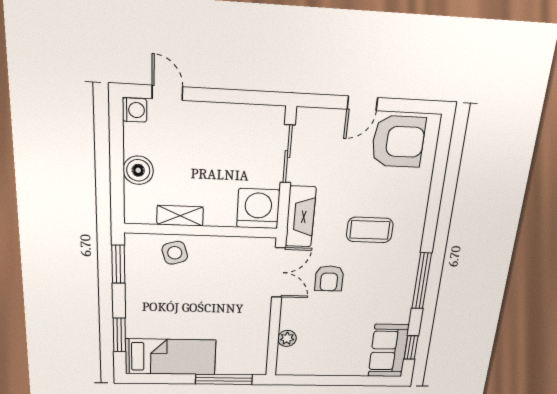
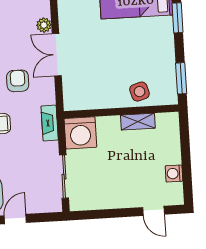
washing machine: (135, 110) -> (174, 174), moved
boiler: (138, 170) -> (170, 153), removed
fireplace: (301, 217) -> (50, 123), width x0.73, depth x0.76
double door: (279, 273) -> (57, 55), moved

